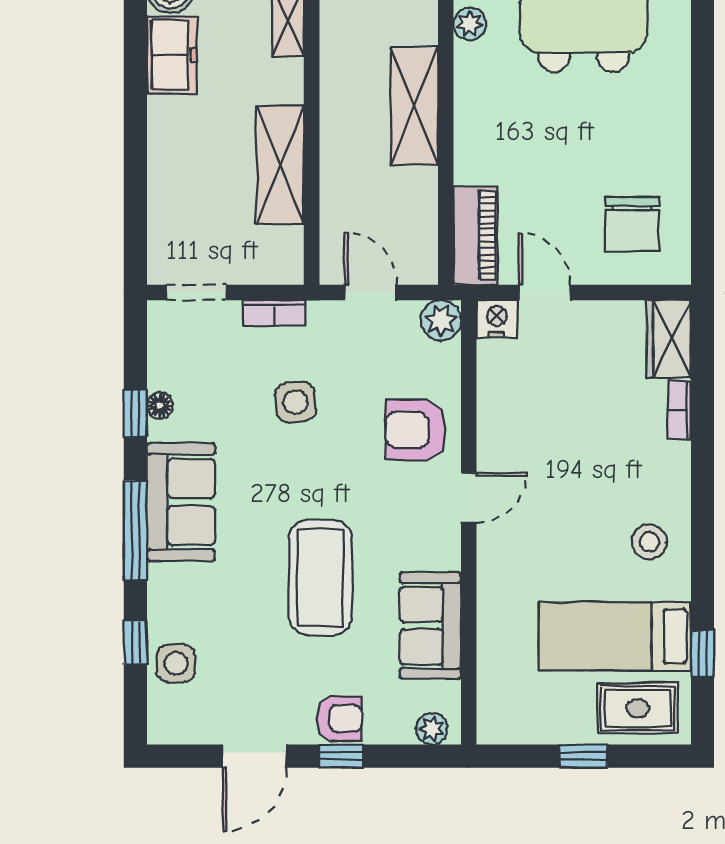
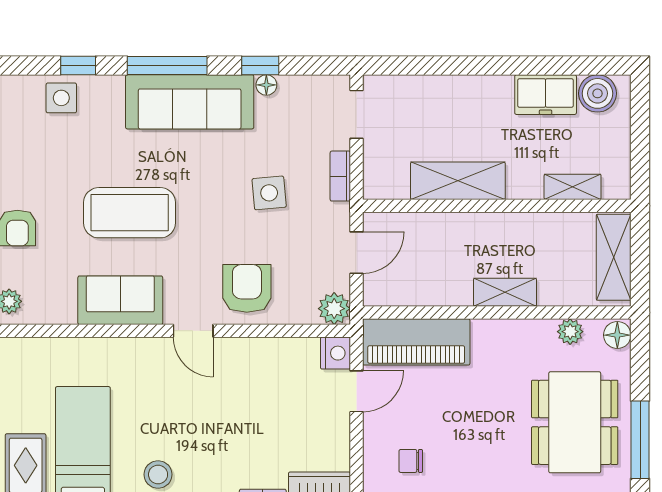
shelving: (414, 106) -> (505, 292), width x0.67, depth x0.75
chair: (632, 224) -> (411, 461), width x0.54, depth x0.54
piano: (475, 235) -> (416, 342), width x1.37, depth x1.33
sofa: (181, 502) -> (190, 102), width x1.36
sofa: (430, 626) -> (120, 300), moved

